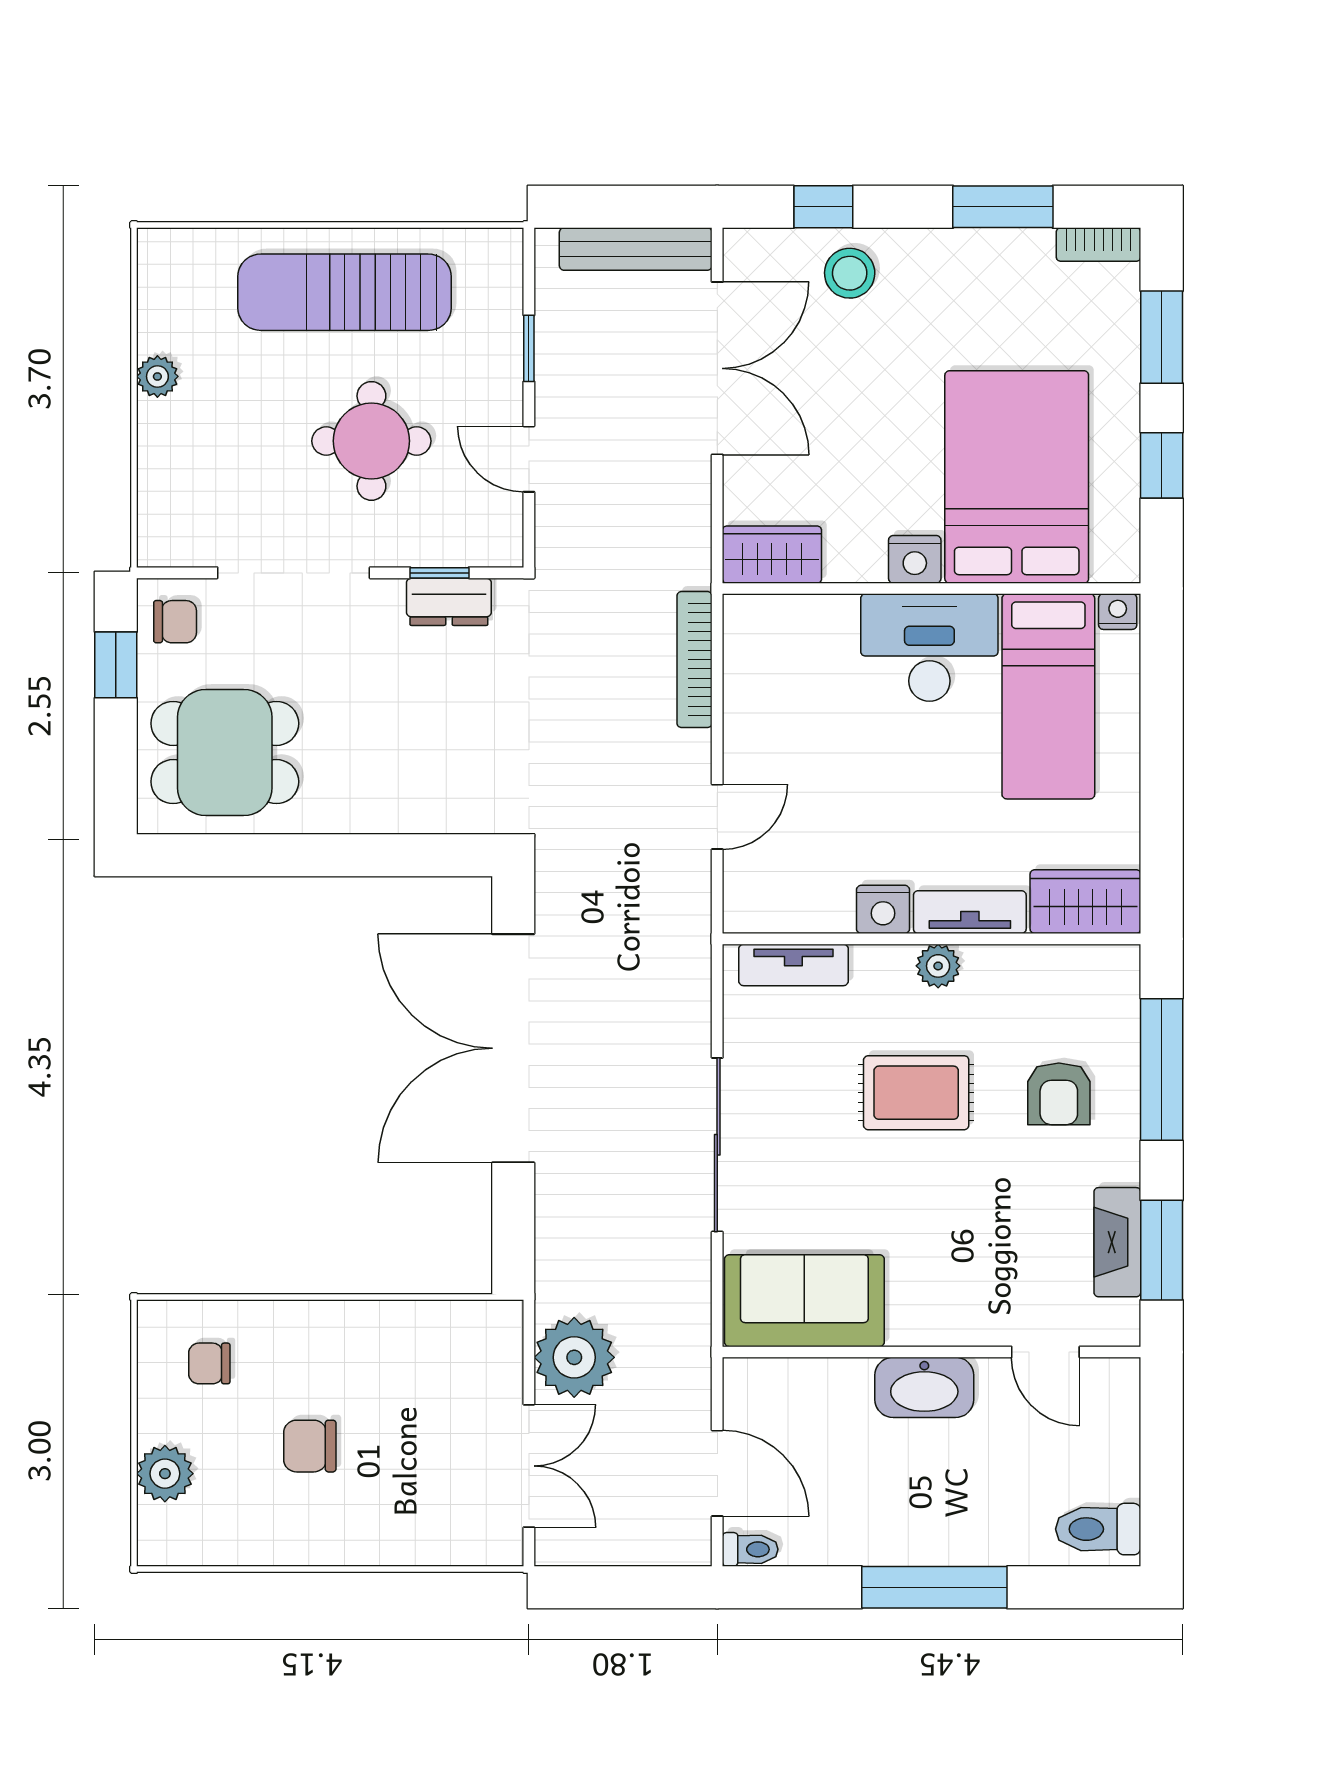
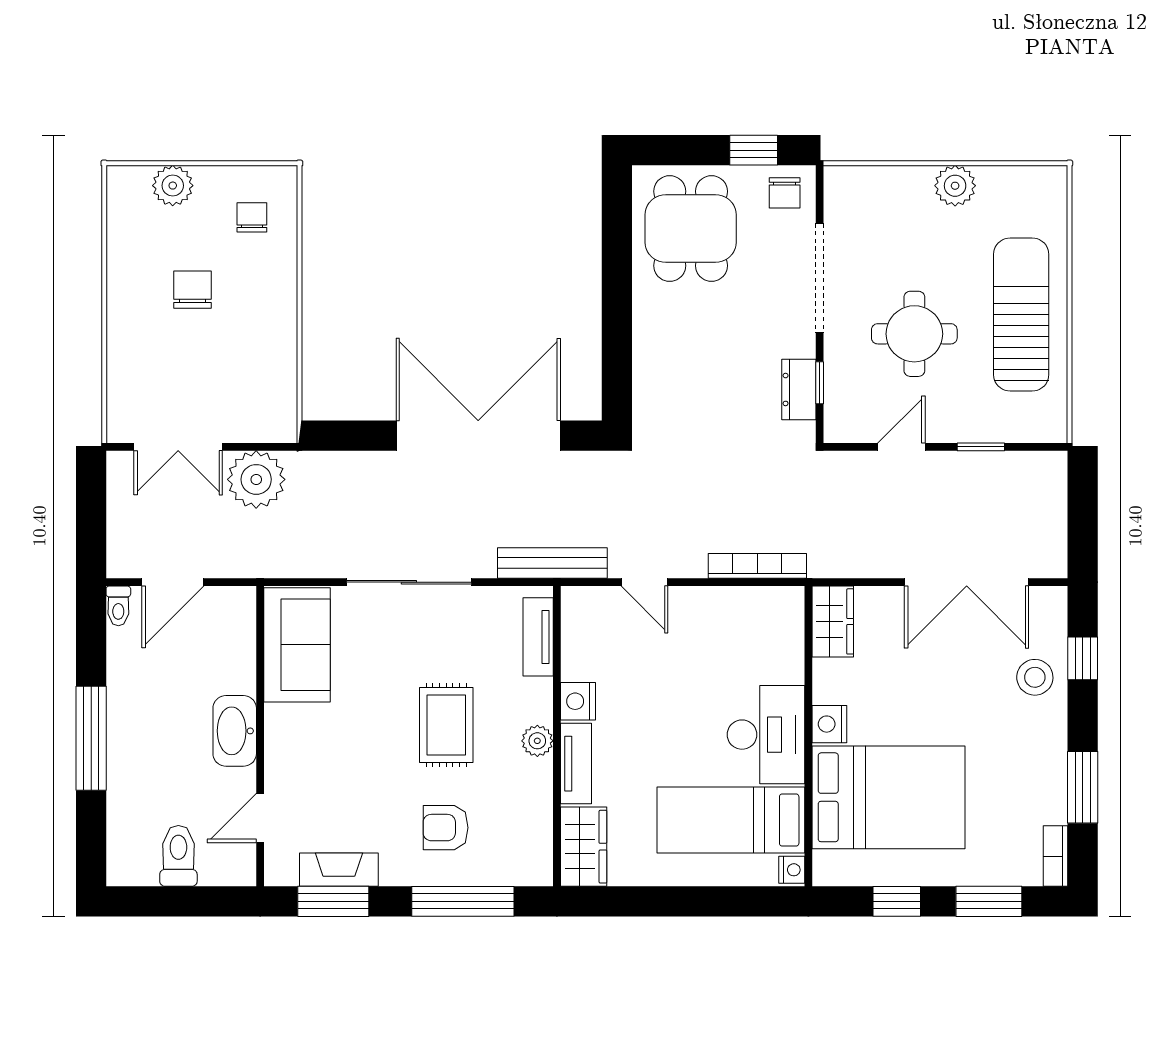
bench: (636, 249) -> (552, 563), moved, turned 90
plant: (157, 376) -> (955, 186), width x1.38, depth x1.38
toilet: (1098, 1529) -> (178, 856), moved

